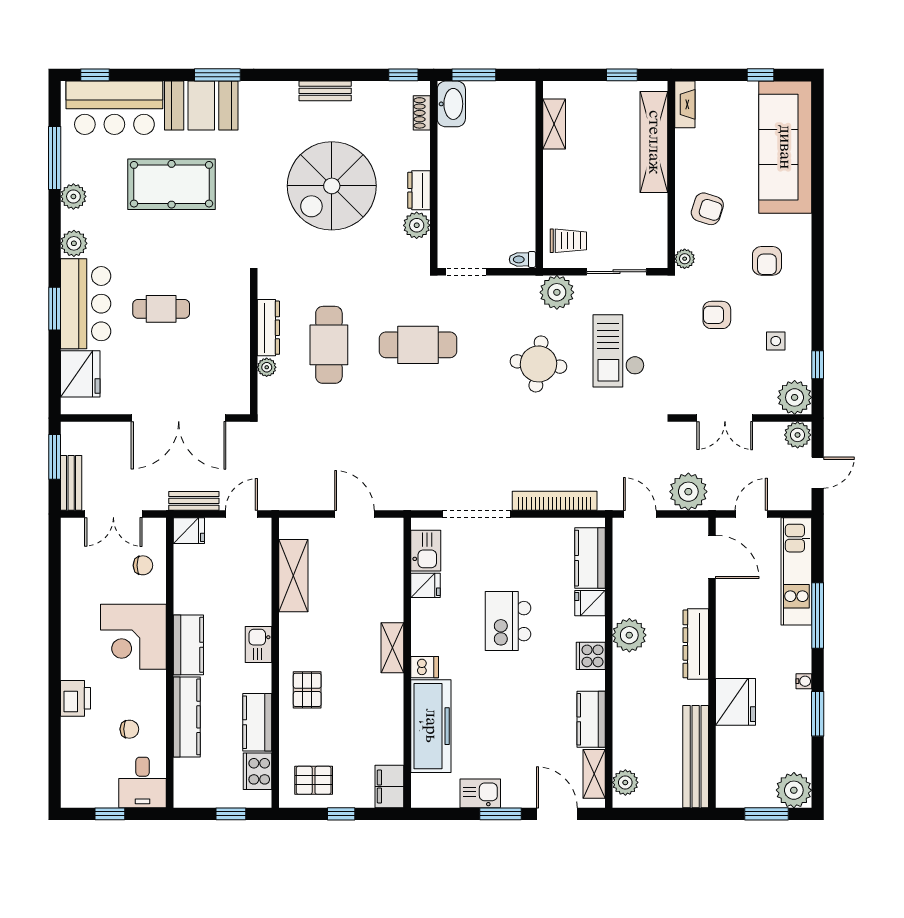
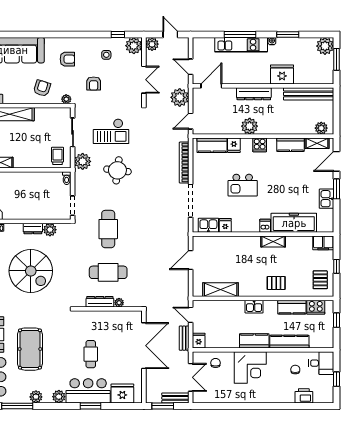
kitchen unit: (796, 571) -> (241, 45), moved
shelving: (392, 648) -> (273, 241), moved
printer: (75, 698) -> (304, 396), moved

